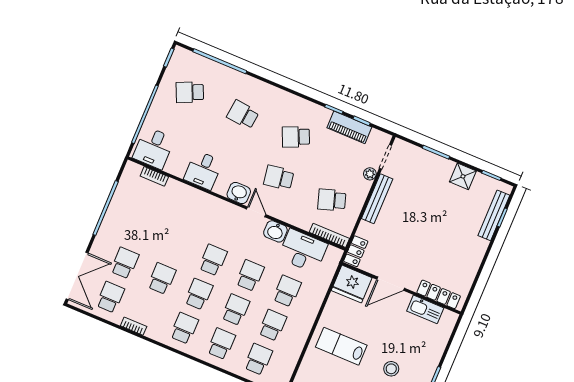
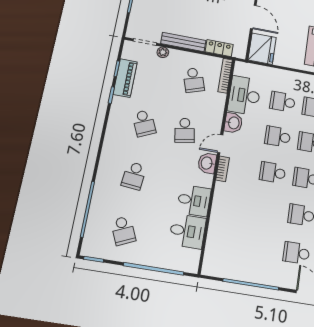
desk: (154, 148) -> (187, 231), moved
bookcase: (154, 176) -> (223, 169), moved
locker: (356, 251) -> (219, 48), moved

